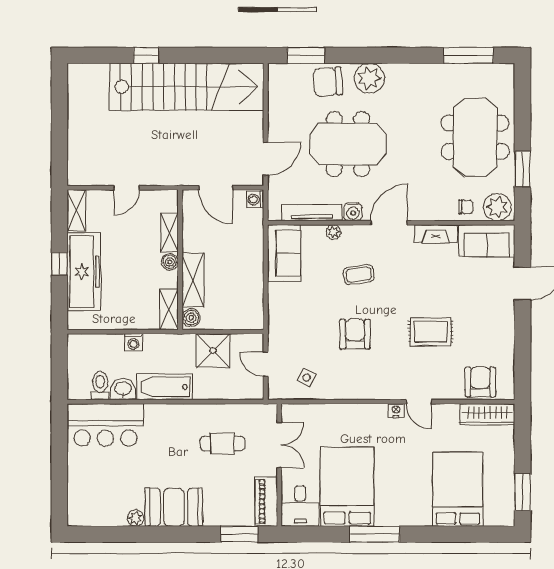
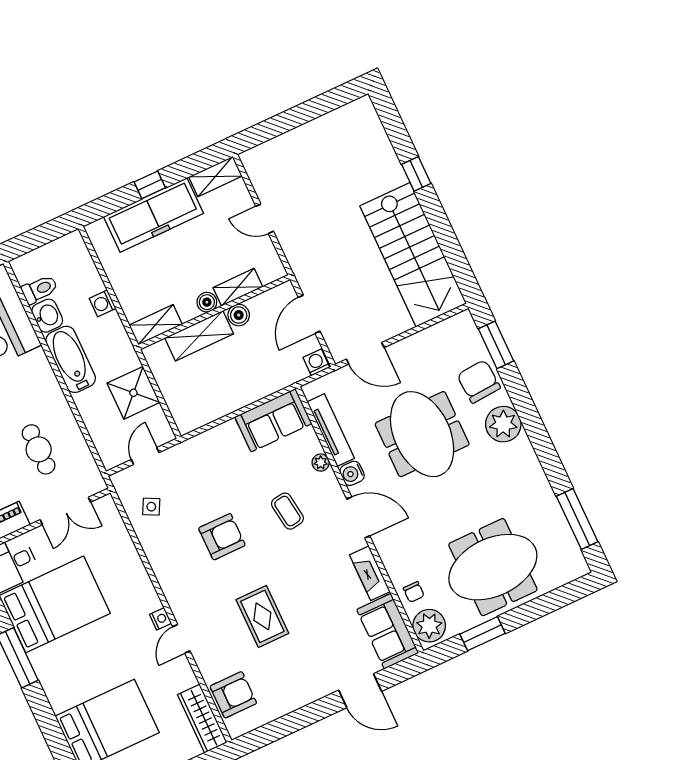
stairs: (187, 87) -> (413, 255), width x0.73
boiler: (191, 318) -> (239, 315), moved

